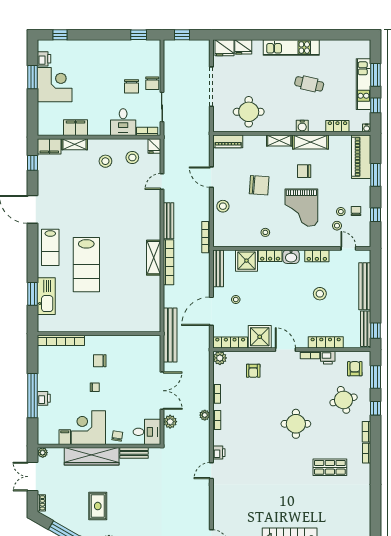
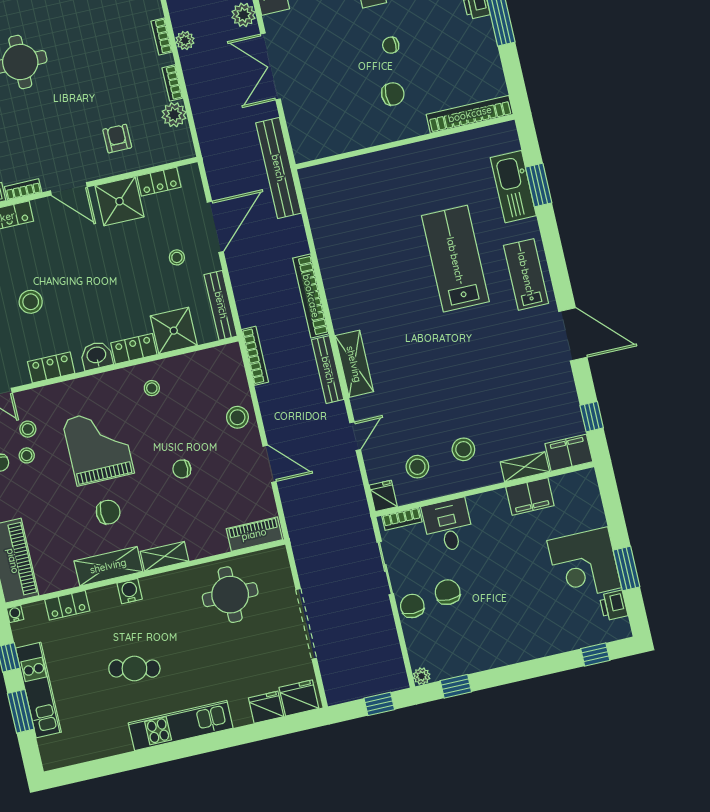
plant: (156, 44) -> (422, 676), added
chair: (259, 185) -> (182, 469), width x0.54, depth x0.54
shelving: (154, 258) -> (354, 364), moved
locker: (230, 342) -> (159, 182), width x0.66
plant: (220, 358) -> (174, 115), moved

